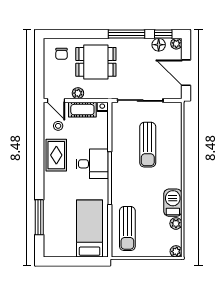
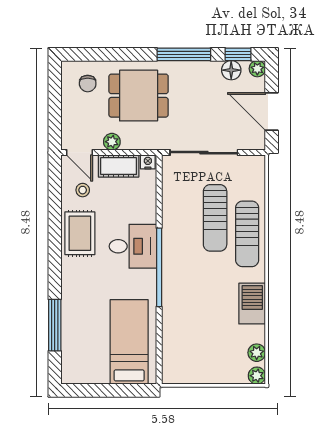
plant: (176, 223) -> (257, 353), moved
sun lounger: (127, 229) -> (247, 234), moved

